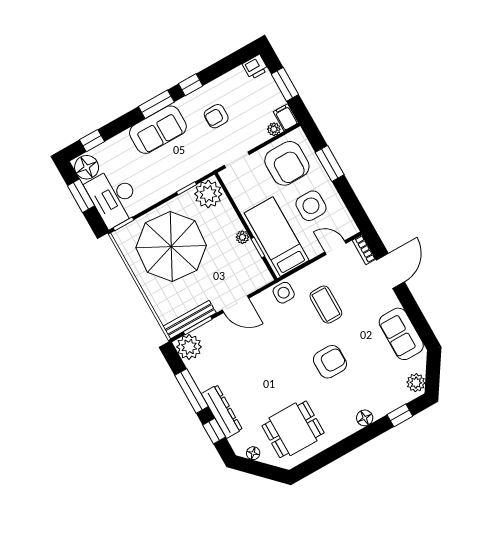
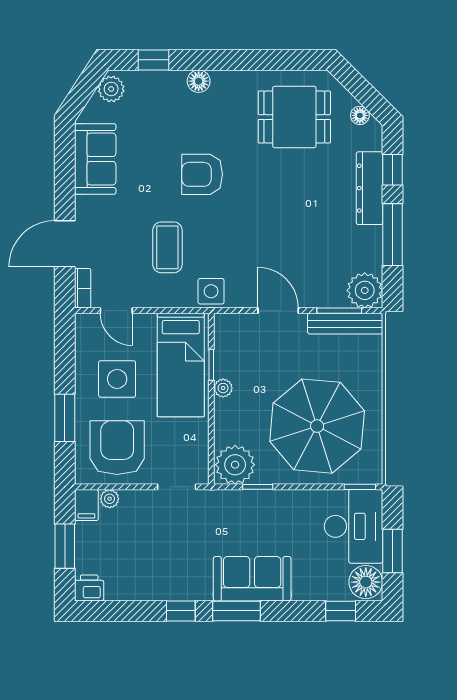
armchair: (216, 116) -> (171, 555), removed

